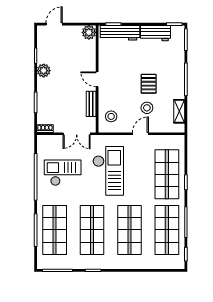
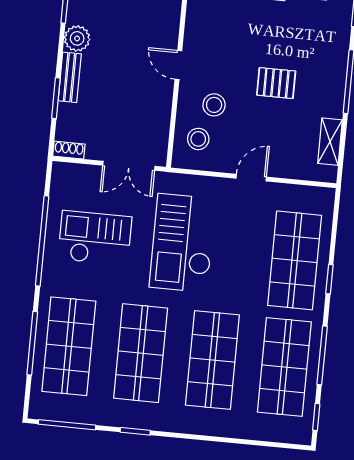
pallet: (149, 84) -> (276, 83), turned 90
bench: (91, 104) -> (70, 77), moved
stool: (147, 108) -> (214, 105), moved
checkout: (108, 171) -> (183, 243), turned 180

